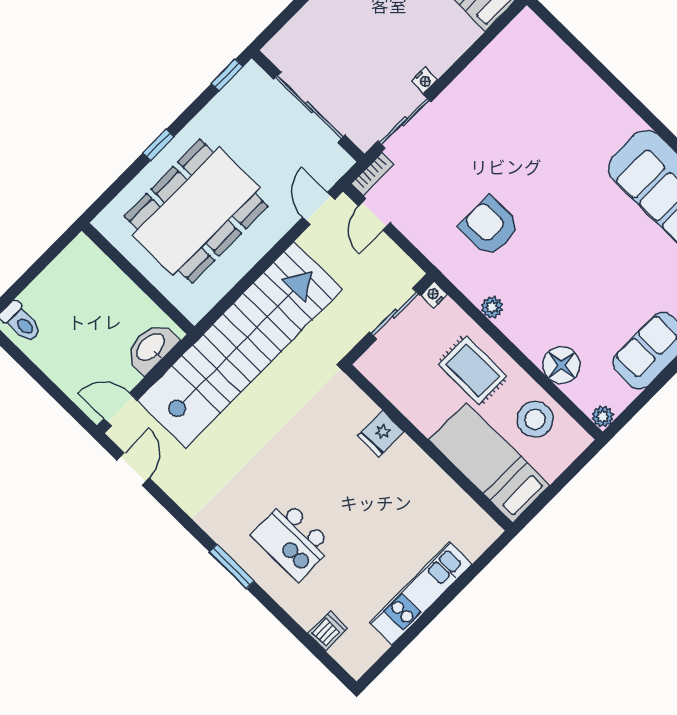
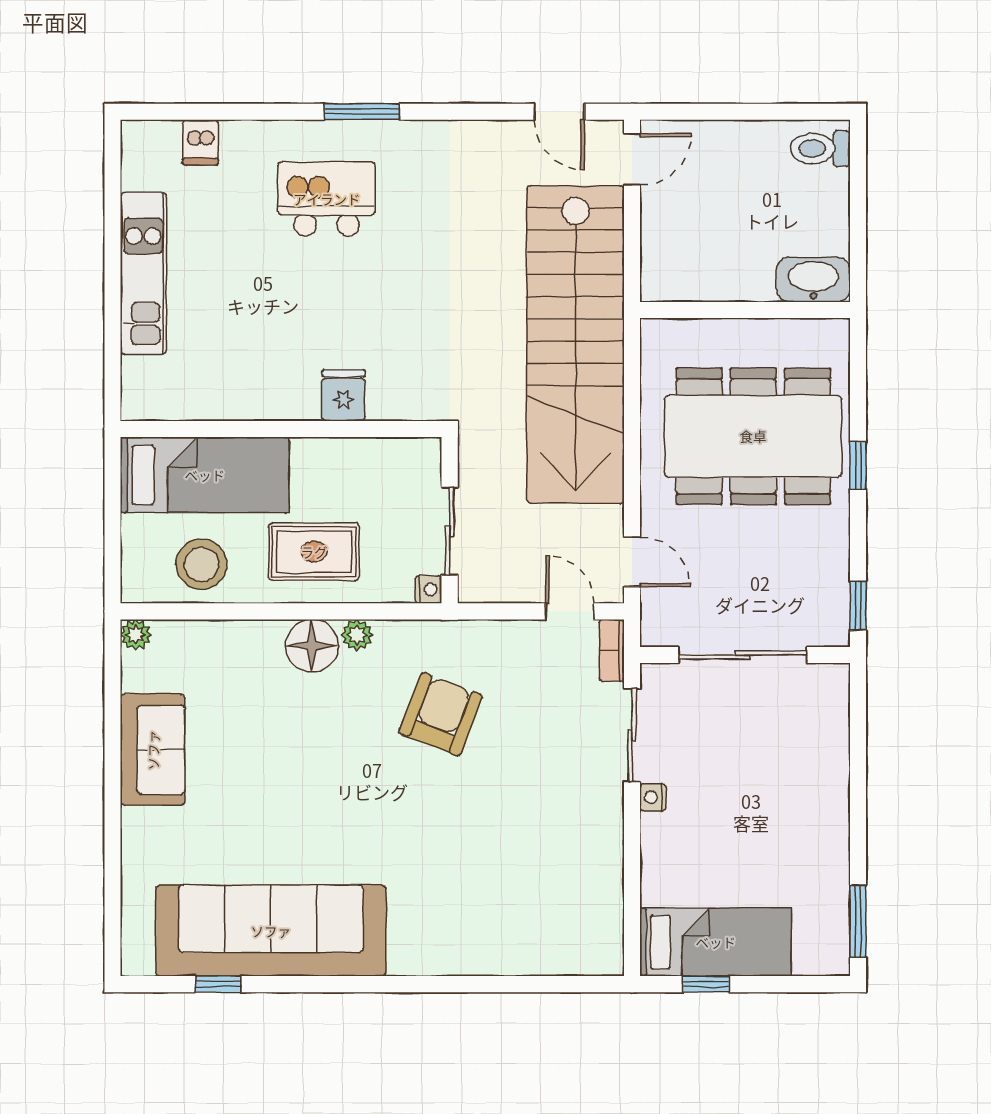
dining table: (196, 211) -> (753, 436), turned 90
armchair: (489, 226) -> (441, 714), turned -69
washbasin: (151, 348) -> (813, 280), moved, turned -90
floor lamp: (561, 365) -> (312, 646), moved

